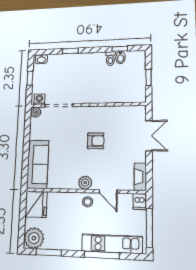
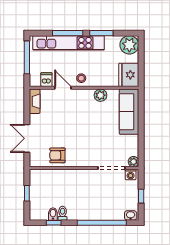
window: (70, 51) -> (102, 223), width x3.17
armchair: (96, 141) -> (57, 155), moved
plant: (85, 183) -> (100, 95), moved
dishwasher: (139, 202) -> (46, 80), moved
kitchen unit: (112, 244) -> (69, 43), width x1.36
window: (49, 252) -> (101, 33), moved

